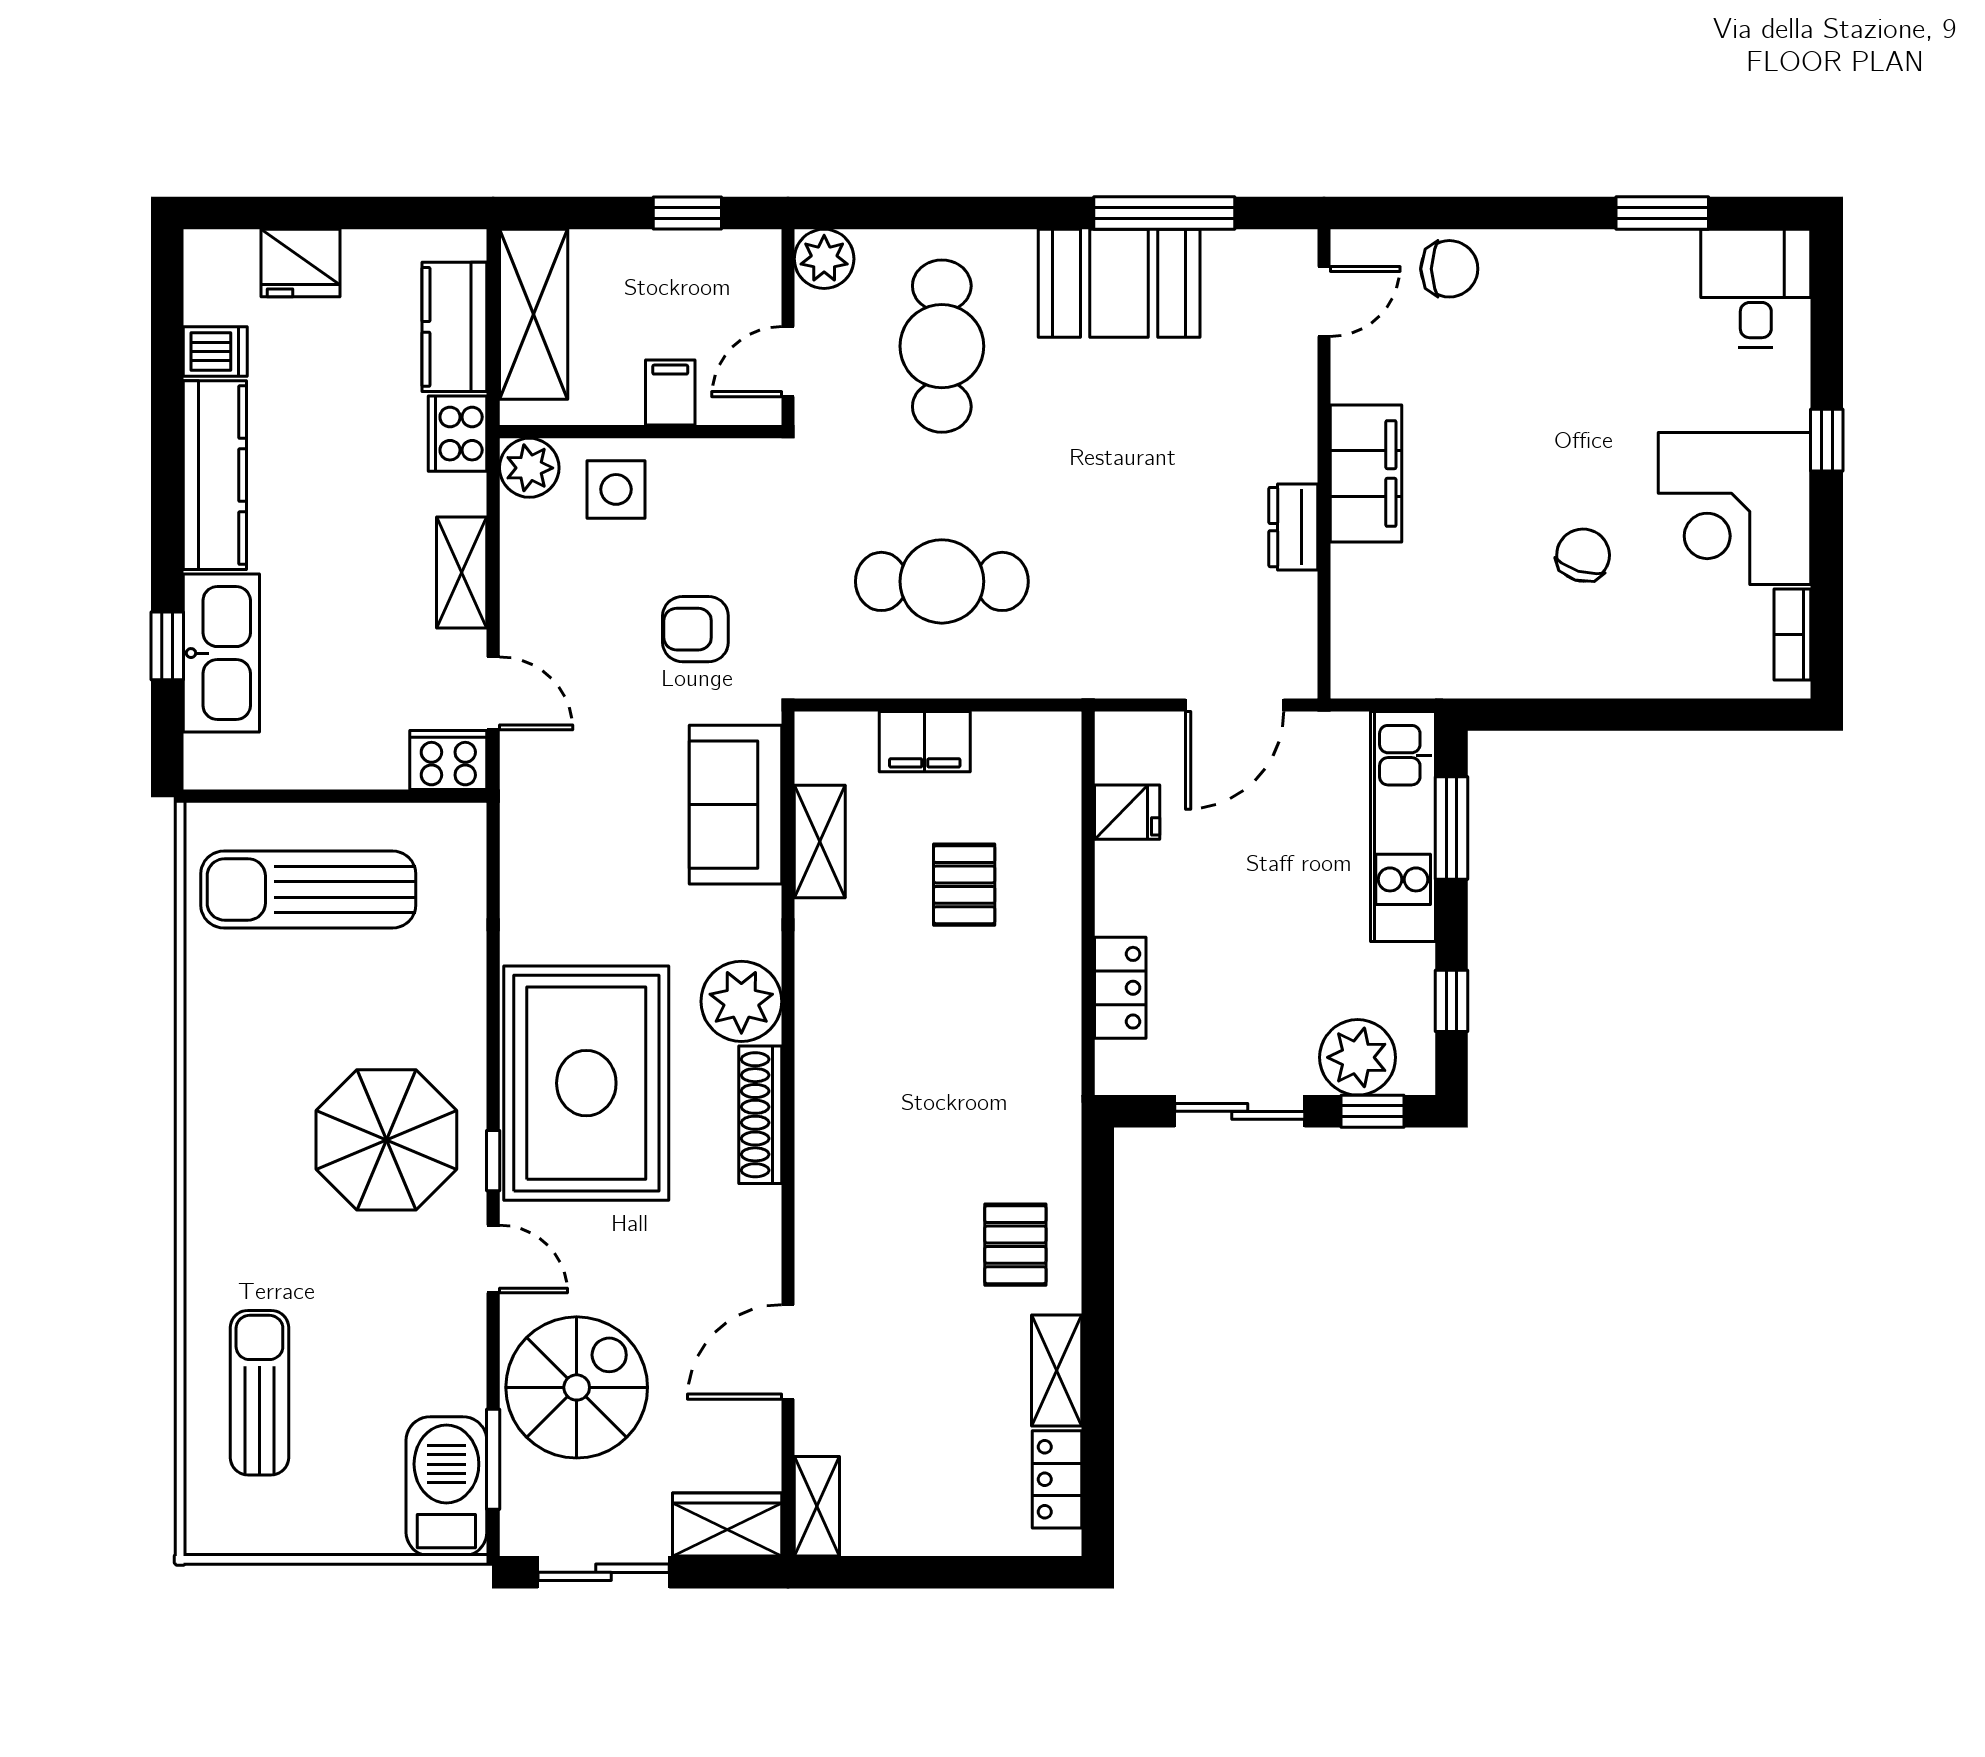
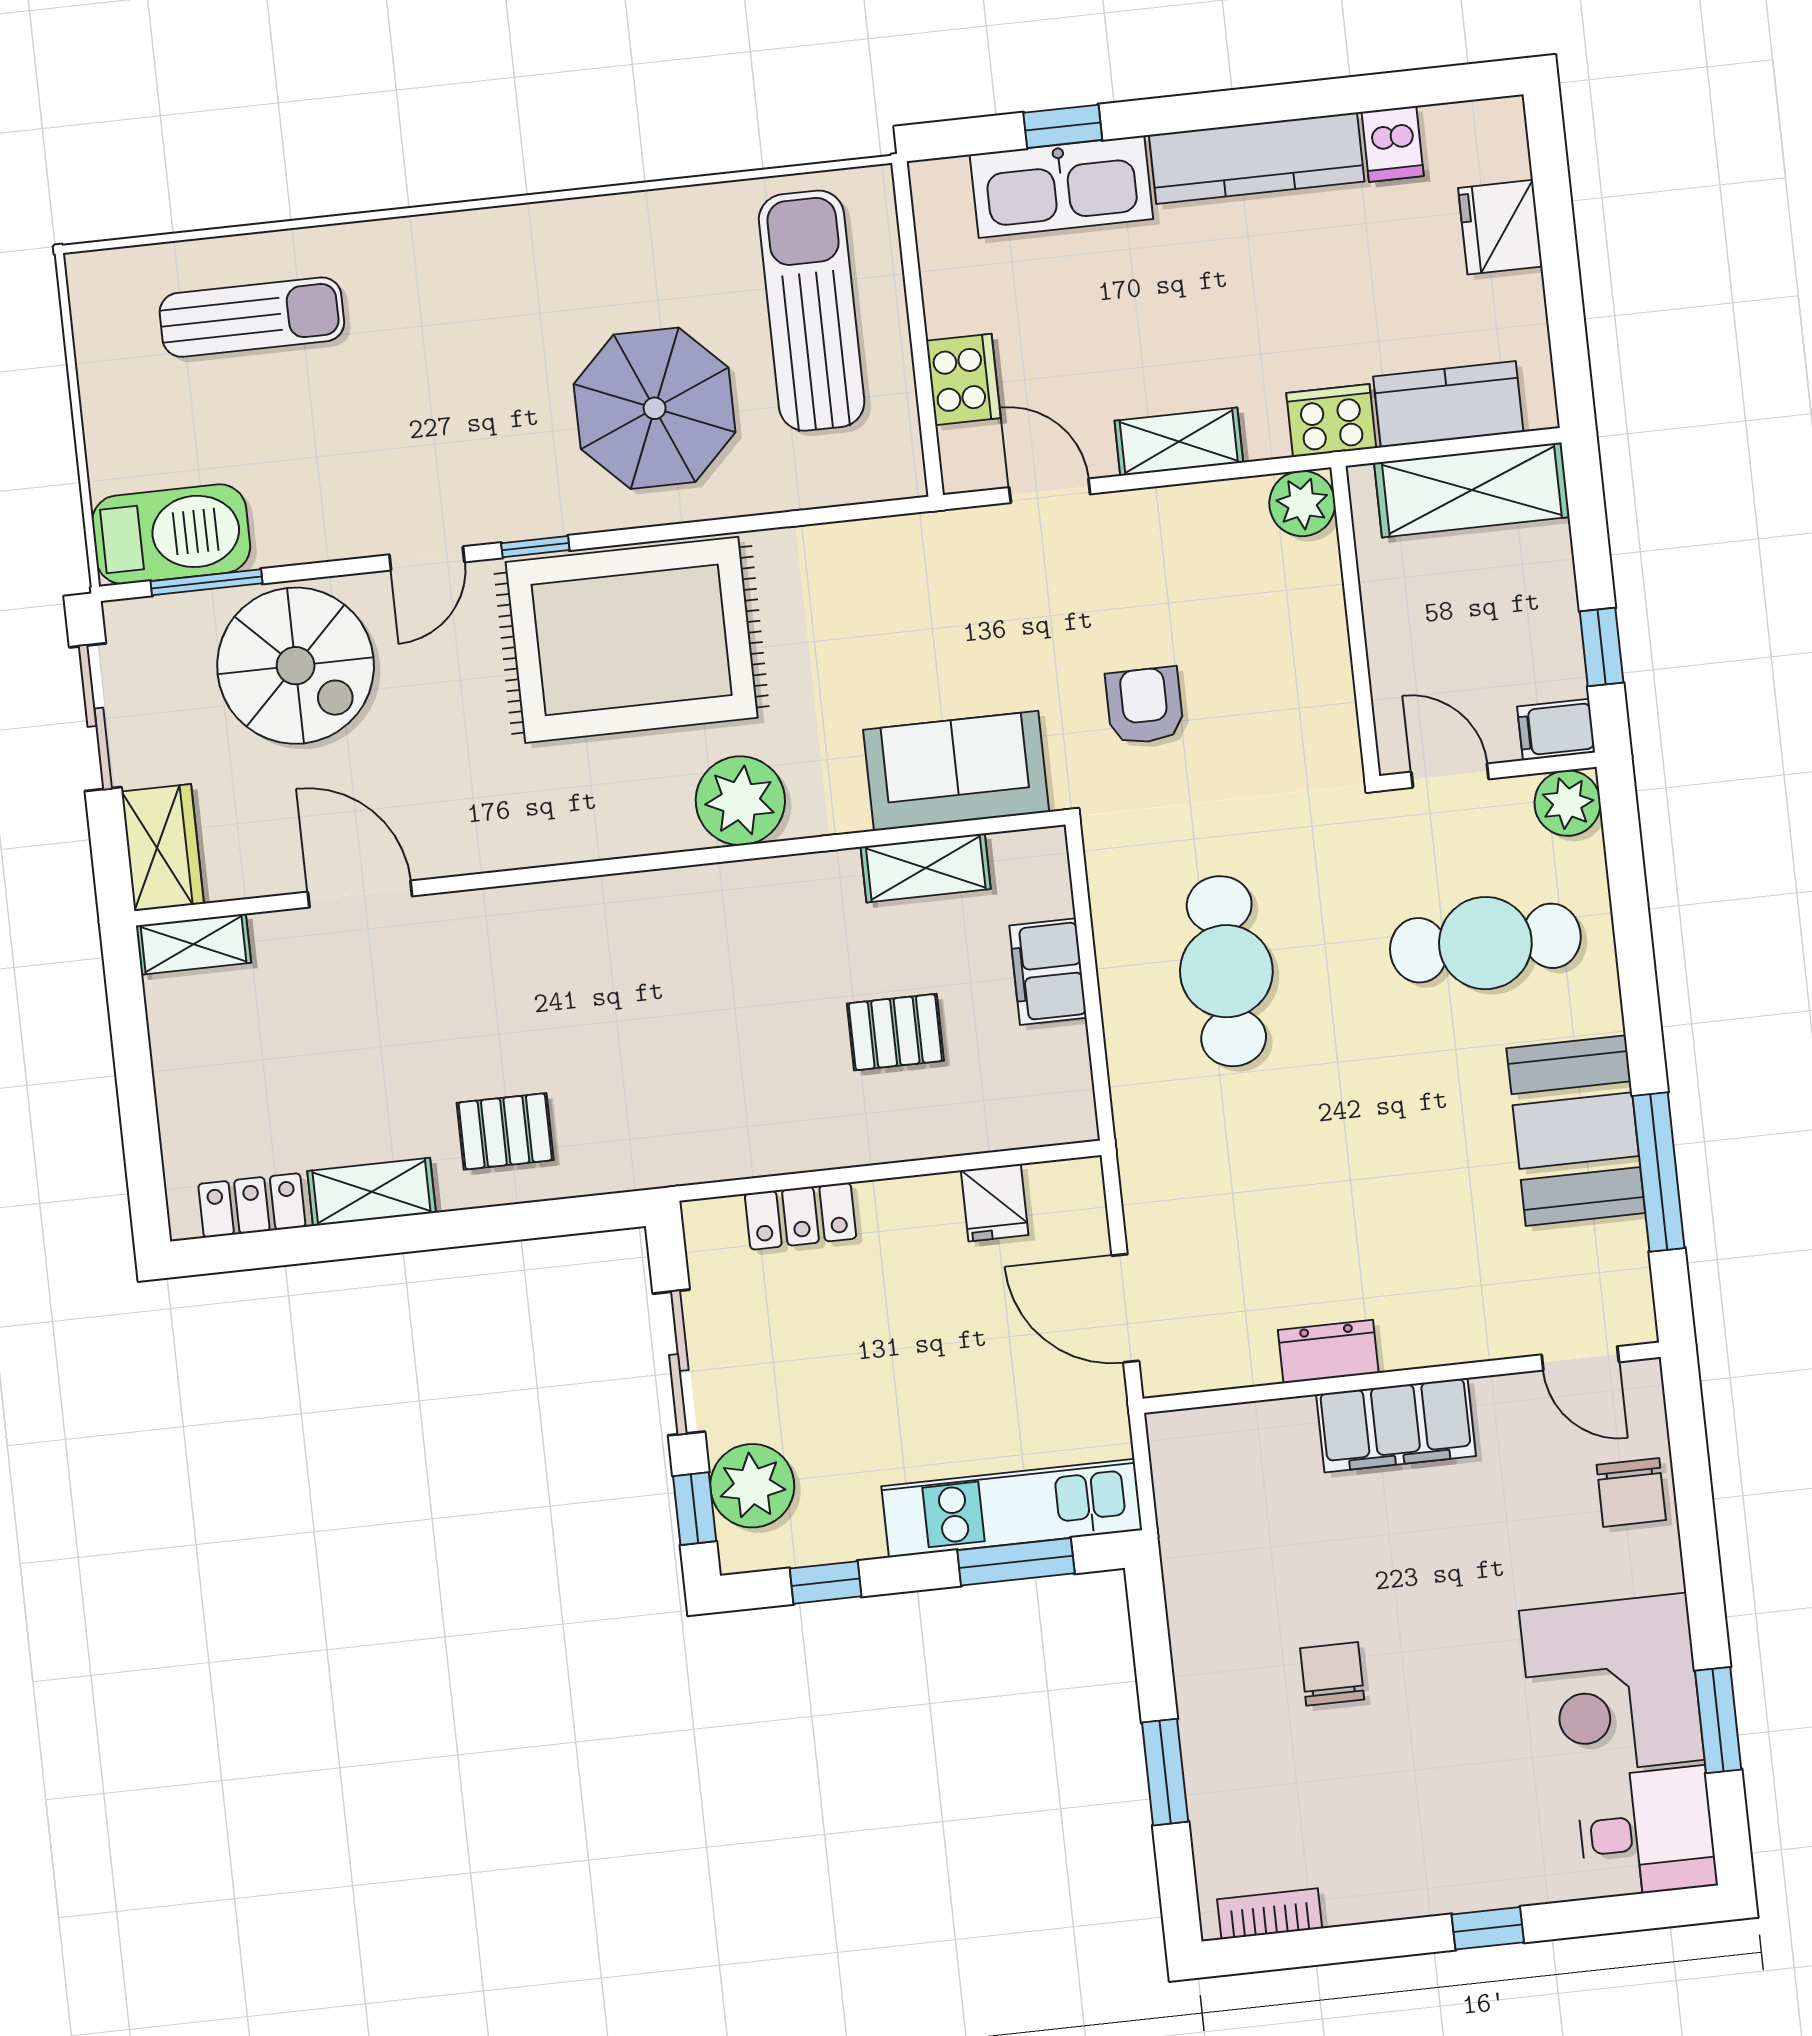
filing cabinet: (670, 392) -> (1556, 730), moved, turned 180
side table: (616, 489) -> (1289, 602), removed
corner desk: (1735, 509) -> (1612, 1685), moved, turned -90
chair: (1583, 555) -> (1332, 1674), turned -107
door: (493, 693) -> (1050, 491), swing flipped
window: (1655, 715) -> (1165, 1772), added
cooker: (448, 760) -> (963, 379), moved
shoe rack: (760, 1115) -> (618, 835), removed
parasol: (386, 1140) -> (655, 408), moved

